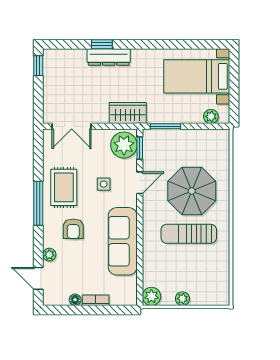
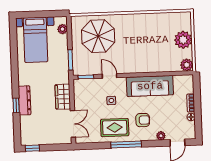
wardrobe: (128, 113) -> (63, 97), moved
plant: (124, 145) -> (84, 88), removed
parasol: (192, 191) -> (98, 36), moved
sun lounger: (189, 234) -> (143, 41), removed
plant: (182, 299) -> (183, 40), width x1.88, depth x1.88

